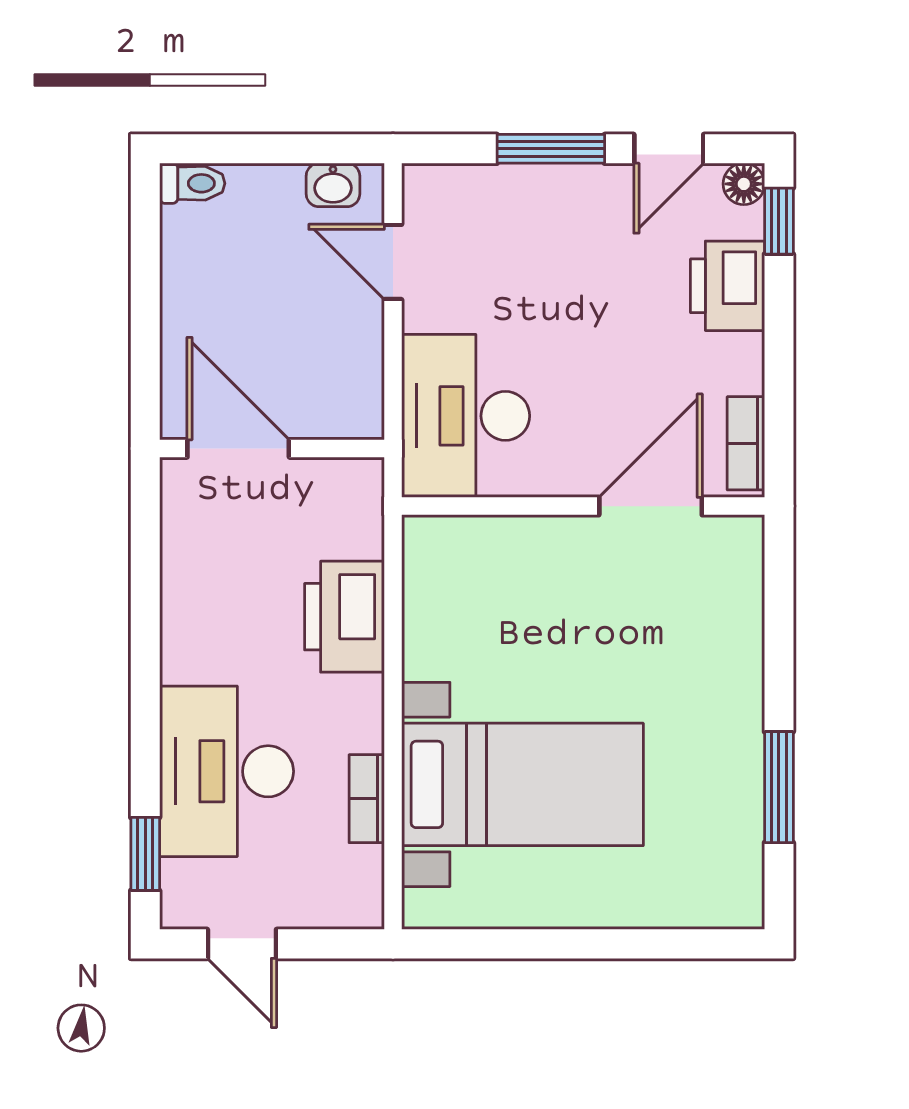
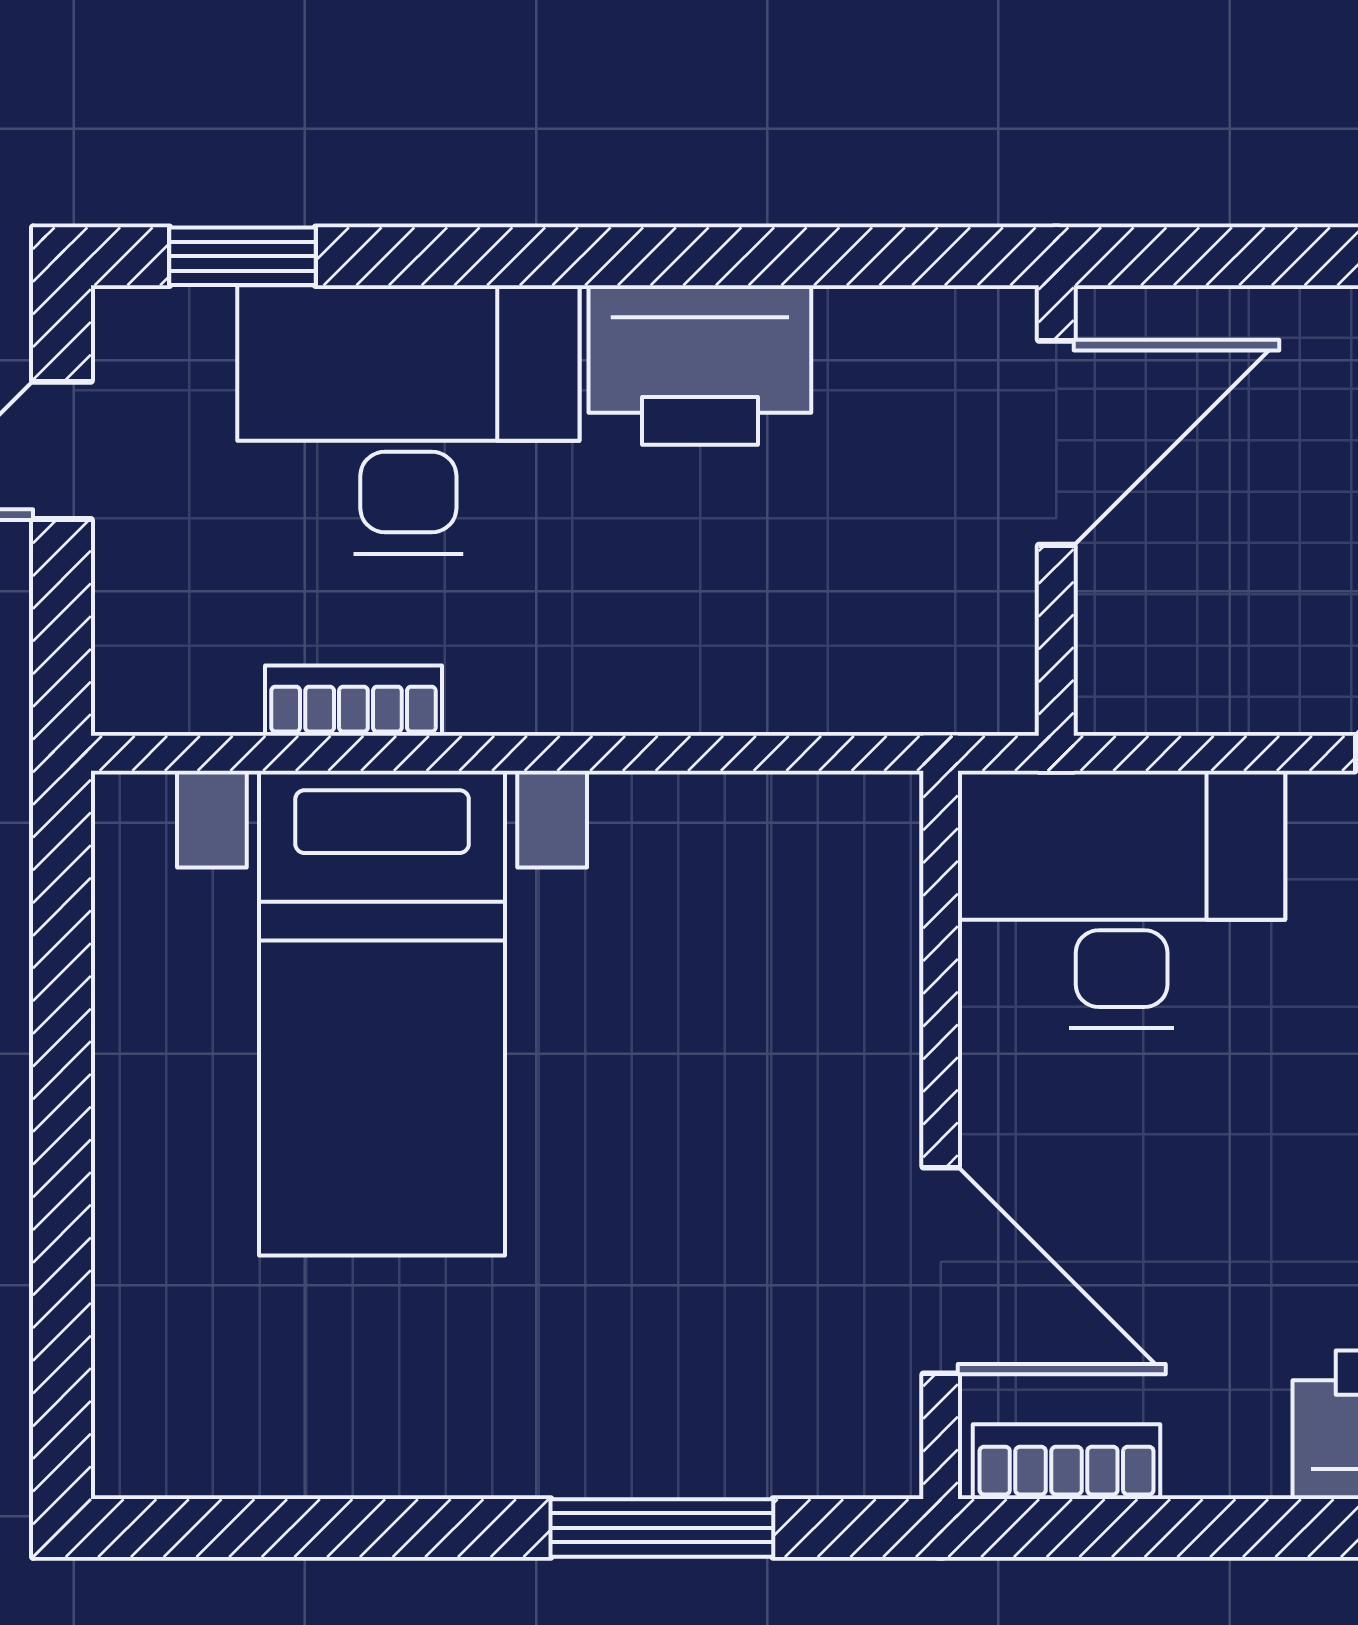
printer: (344, 617) -> (700, 365), moved, turned 180
window: (779, 787) -> (662, 1528), moved

